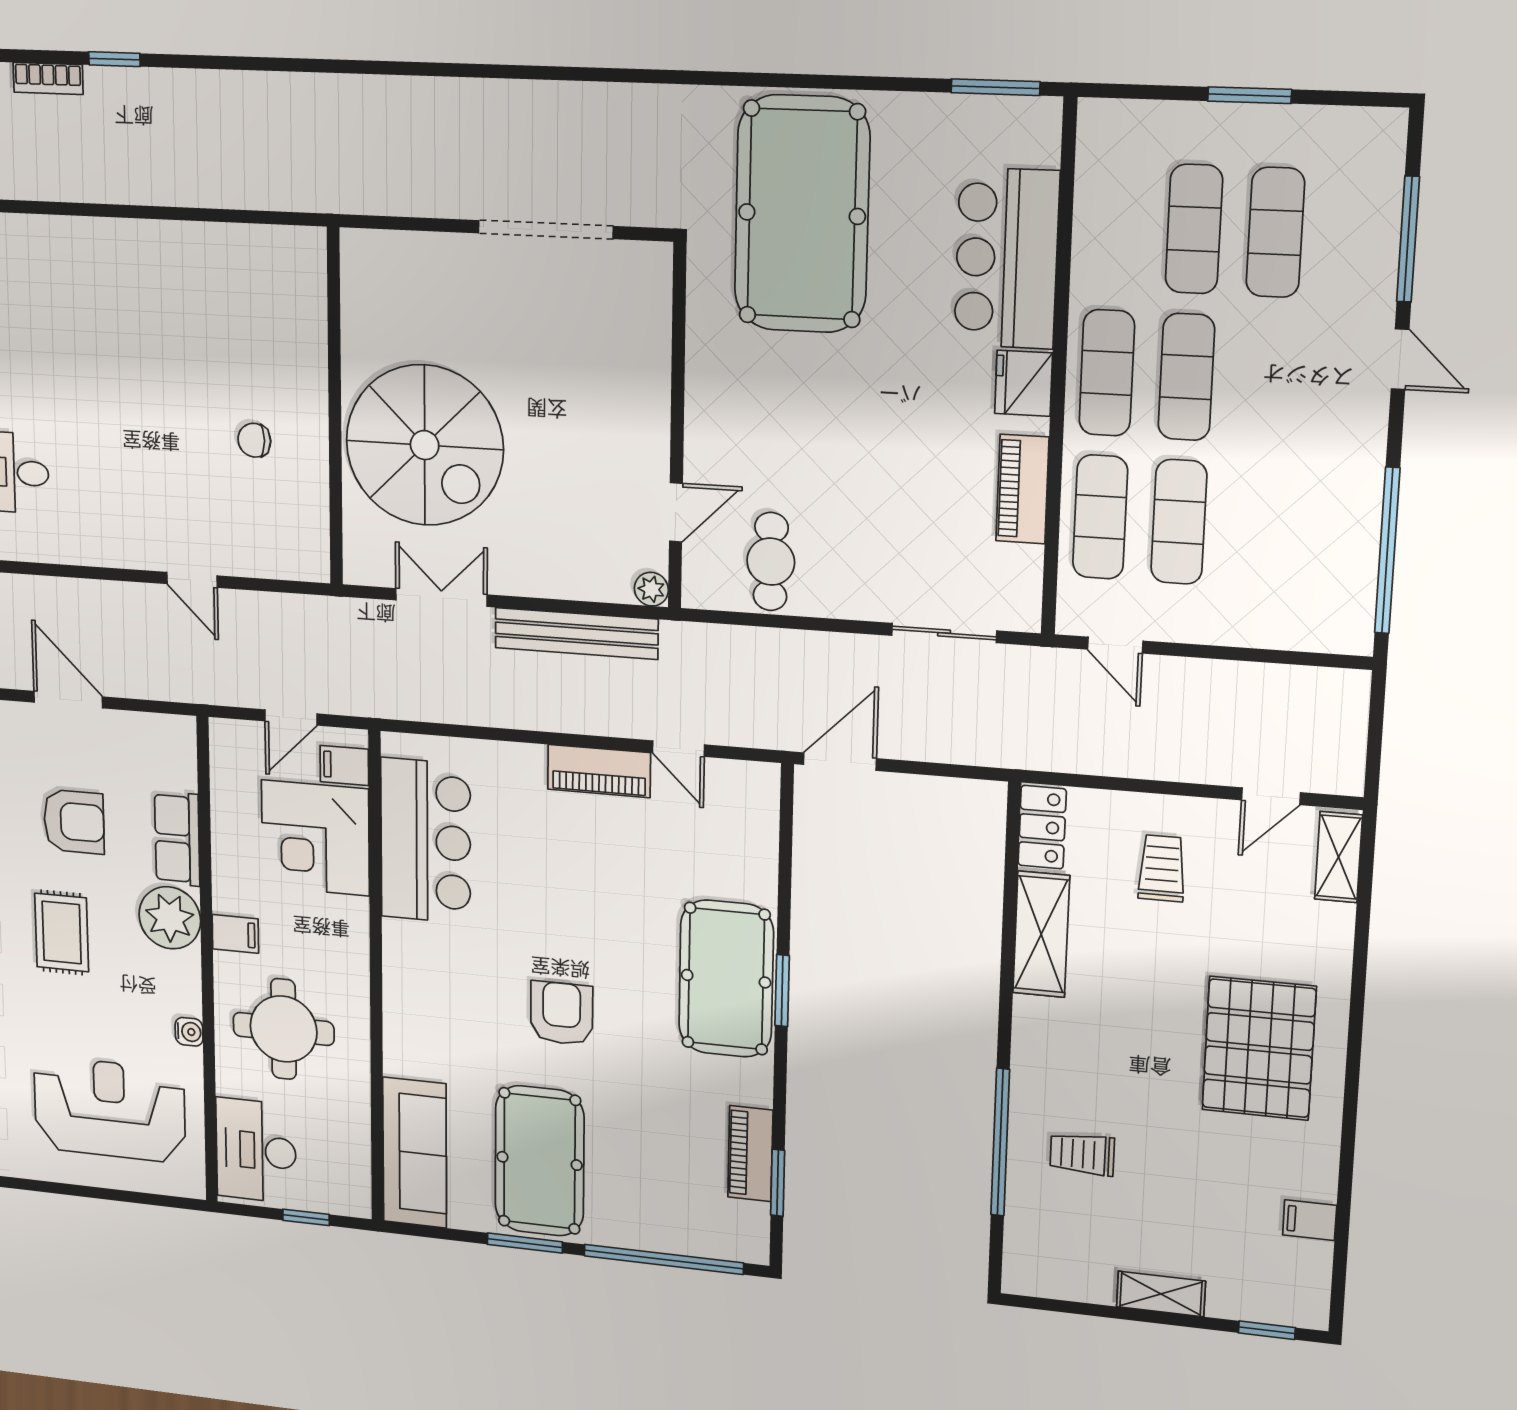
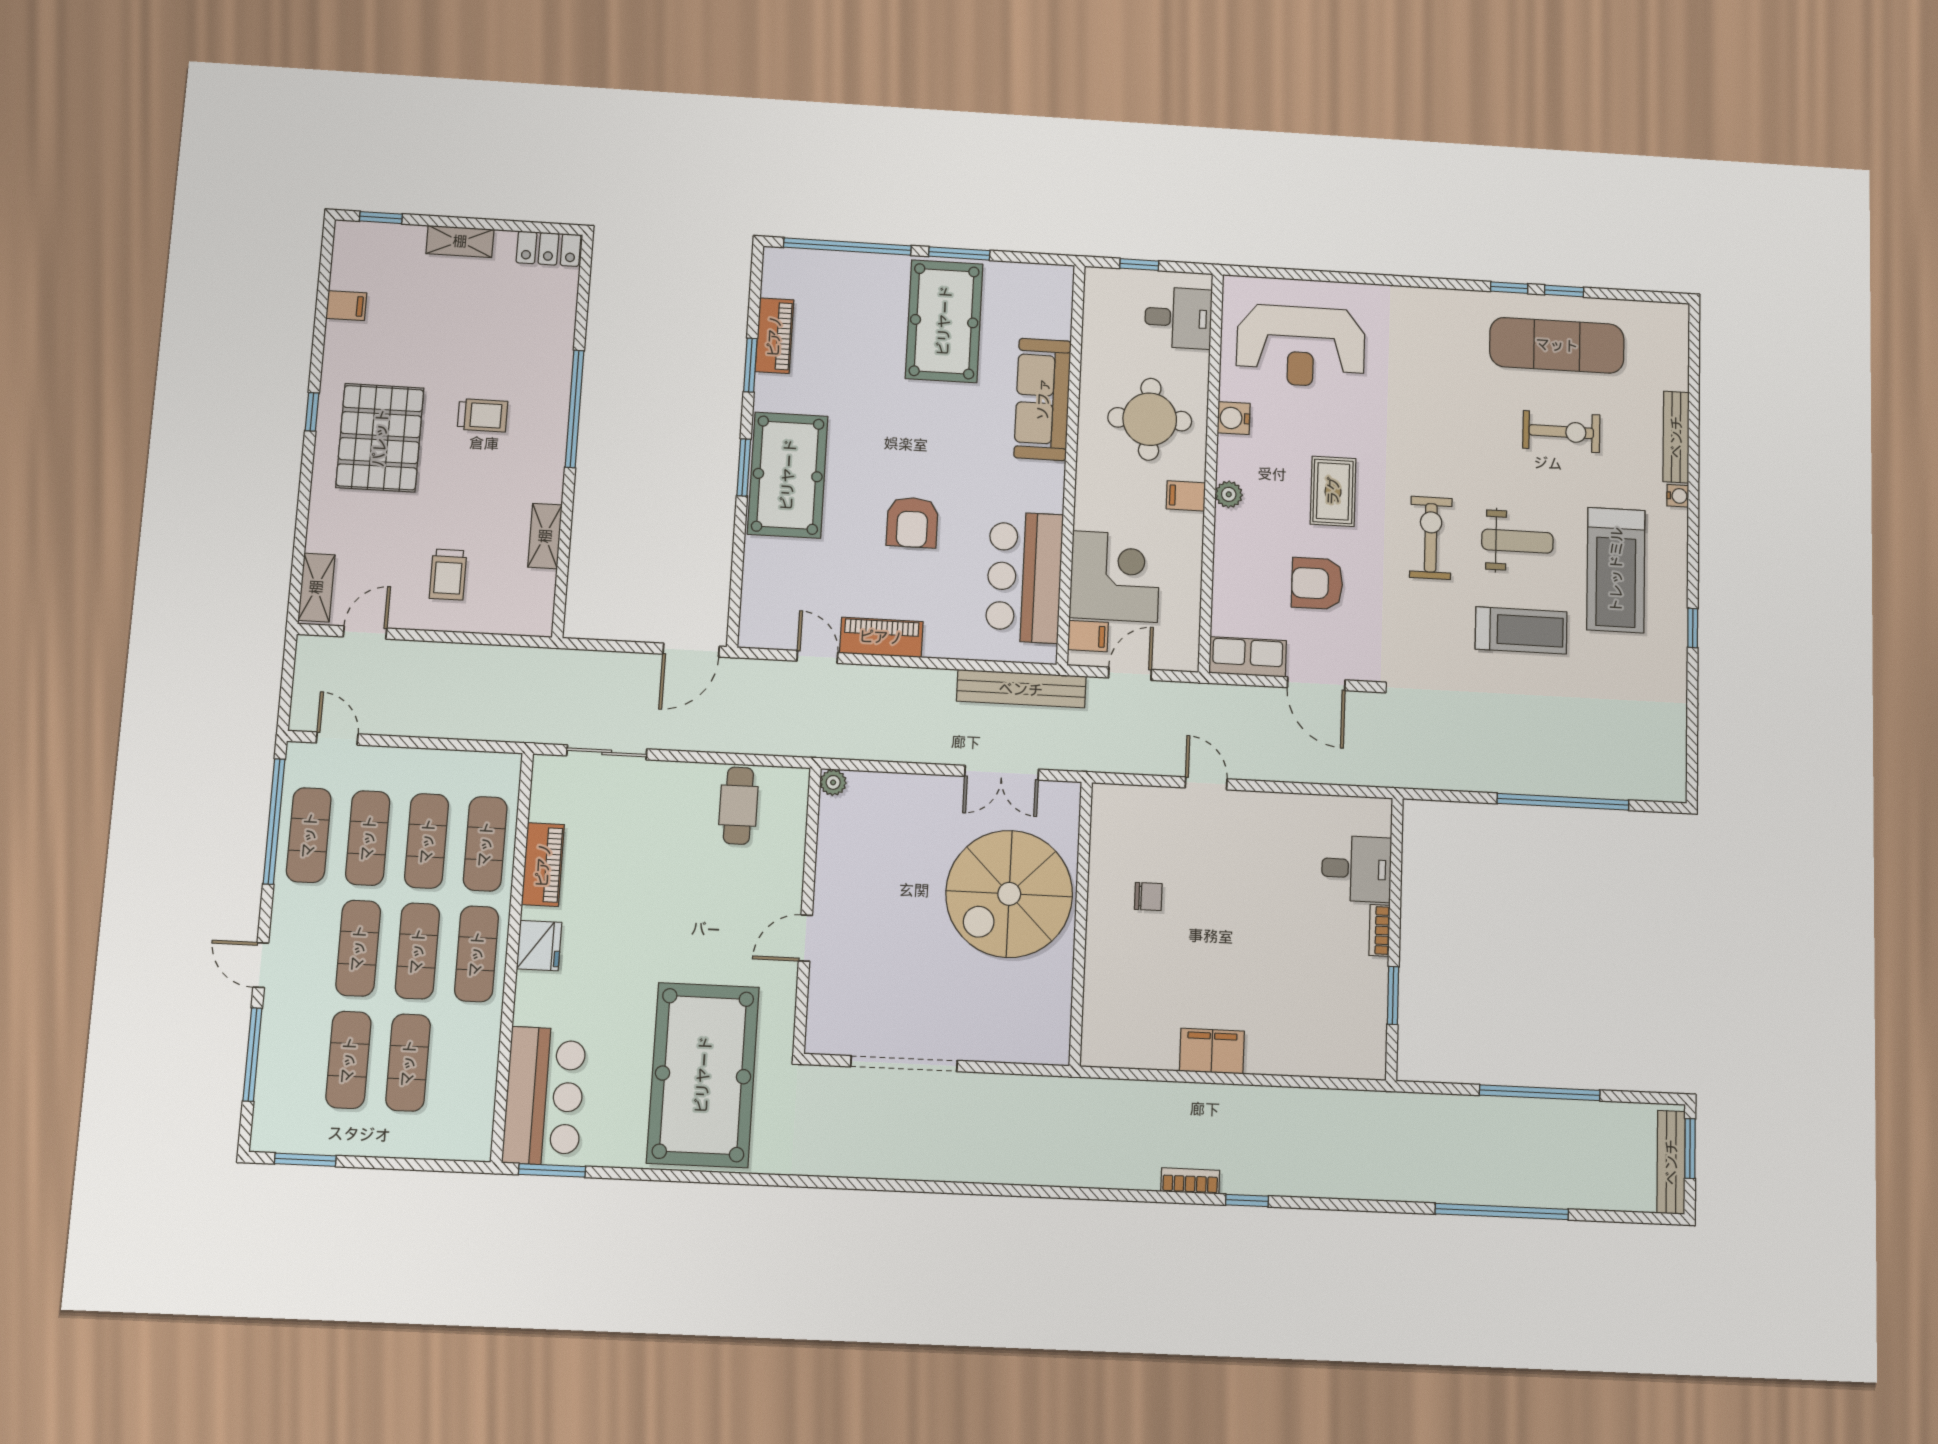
bookcase: (48, 78) -> (1190, 1181), moved
window: (1250, 95) -> (305, 1160), moved
filing cabinet: (167, 247) -> (1212, 1051), added
bar counter: (1007, 258) -> (544, 1096), moved
exercise mat: (1267, 381) -> (358, 948), added
spiral stairs: (425, 445) -> (1009, 894), turned -90
door: (676, 512) -> (805, 938), moved
exercise mat: (1259, 527) -> (368, 838), added
exercise mat: (1339, 532) -> (309, 835), added
bench: (576, 634) -> (1021, 689), moved
door: (1115, 645) -> (337, 738), moved
locker: (1042, 827) -> (549, 249), moved, turned -90
row of seats: (177, 839) -> (1248, 657), moved, turned -90
plant: (170, 918) -> (1229, 494), width x0.53, depth x0.53
shelving: (1041, 934) -> (545, 536), width x0.67, depth x0.75
armchair: (562, 1013) -> (912, 522), moved
water cooler: (189, 1032) -> (1234, 418), width x1.38, depth x1.38
window: (1352, 1086) -> (312, 412), added
window: (1000, 1142) -> (574, 409), moved
desk: (256, 1151) -> (1178, 318), width x0.73
sofa: (415, 1153) -> (1043, 399), moved
trolley: (1082, 1154) -> (482, 415), moved
window: (778, 1183) -> (750, 365), moved

